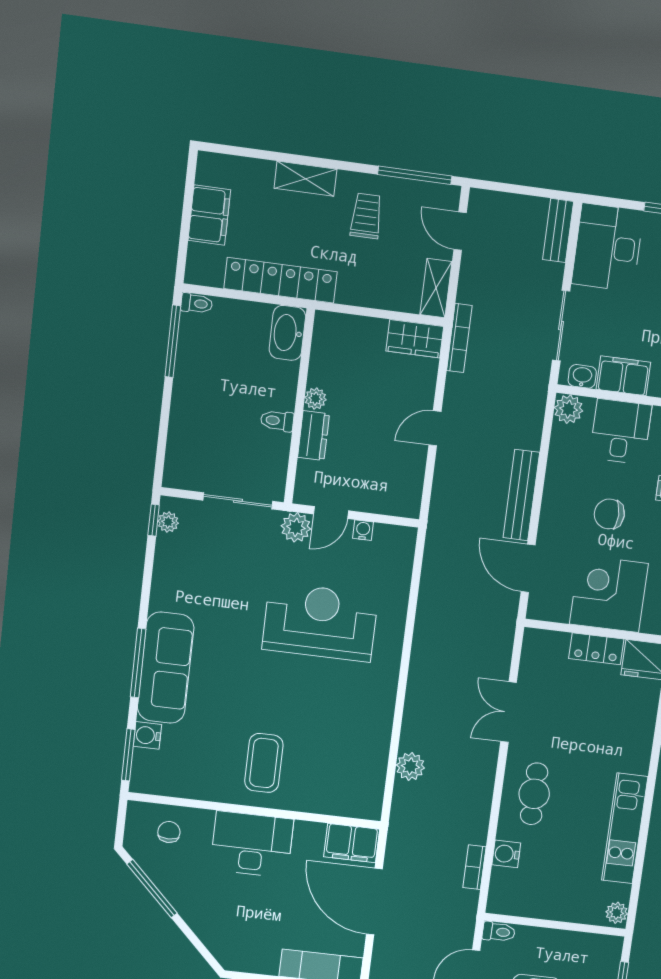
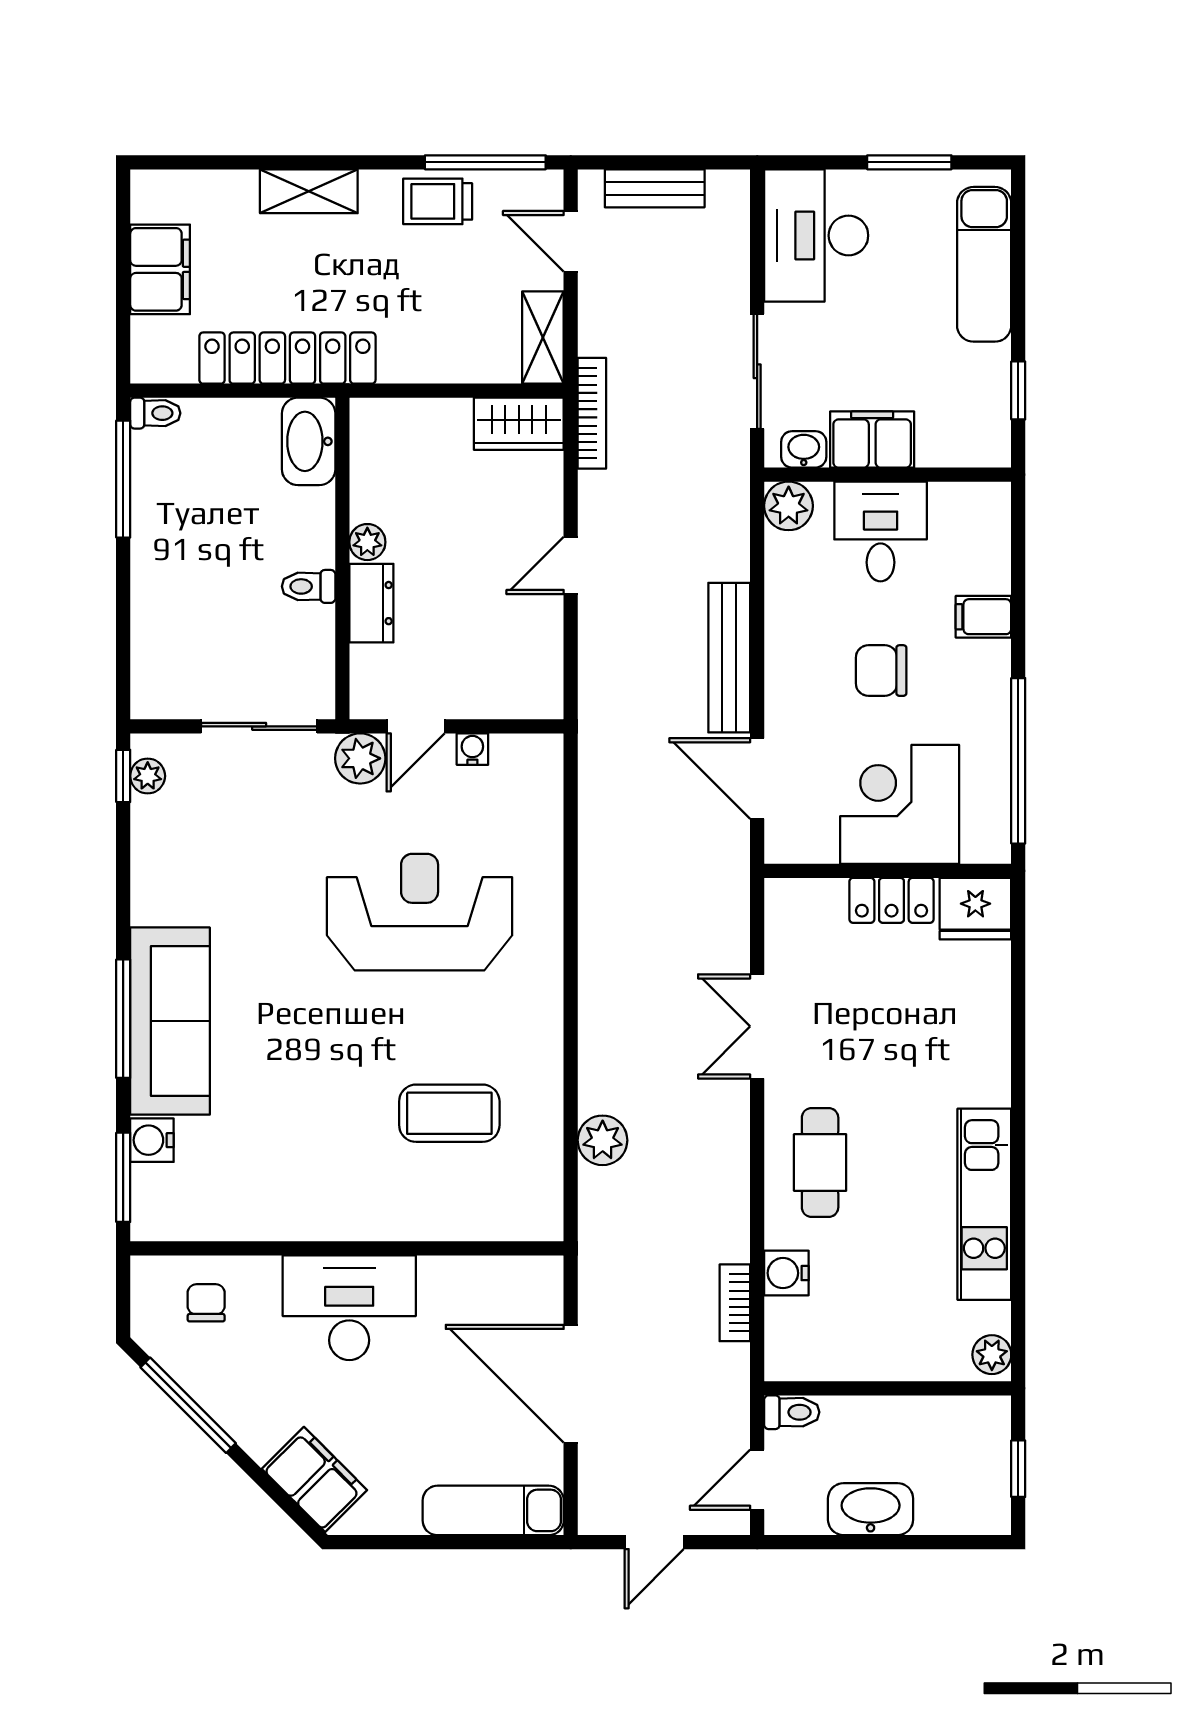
trolley: (366, 216) -> (438, 201), moved, turned -90
bench: (558, 230) -> (655, 188), moved, turned 90
coffee table: (264, 763) -> (449, 1113), moved, turned 90
filing cabinet: (352, 843) -> (314, 1479), moved, turned -135

